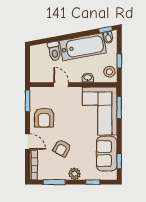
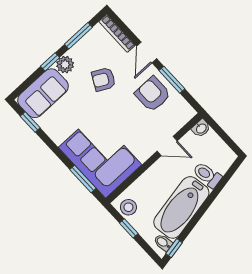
washbasin: (88, 78) -> (201, 128), moved
window: (28, 101) -> (172, 80), moved
door: (28, 142) -> (147, 52), hinge flipped
armchair: (62, 148) -> (104, 79), turned -92
sofa: (107, 154) -> (43, 93), moved, turned 90
window: (93, 182) -> (50, 62), moved

